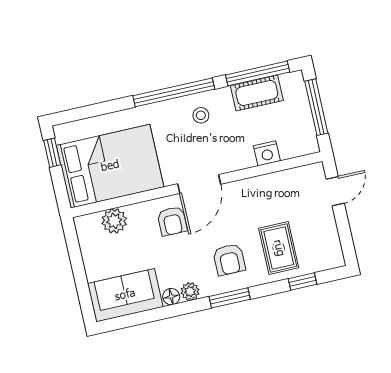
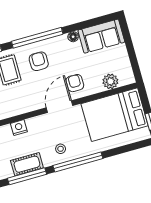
plant: (190, 291) -> (62, 40), removed
window: (230, 298) -> (37, 38), width x2.11

